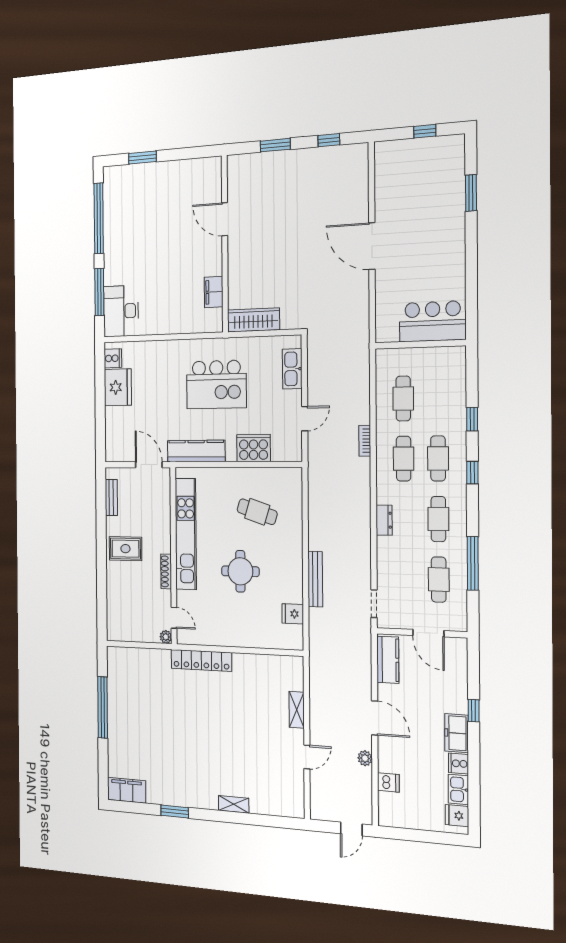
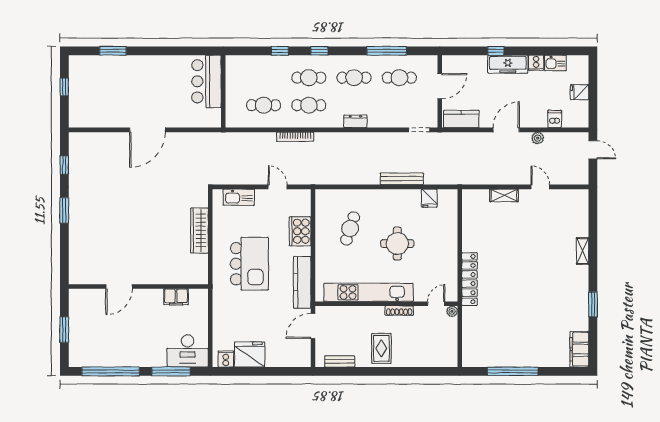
door: (225, 219) -> (119, 287), moved
wall: (225, 244) -> (138, 287), moved
filing cabinet: (214, 292) -> (176, 297), moved
bookcase: (365, 441) -> (295, 137), width x1.56
freezer: (457, 733) -> (508, 64), width x1.40
fridge: (457, 816) -> (580, 92), moved, turned 90

